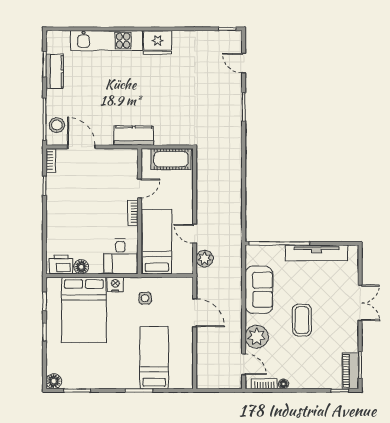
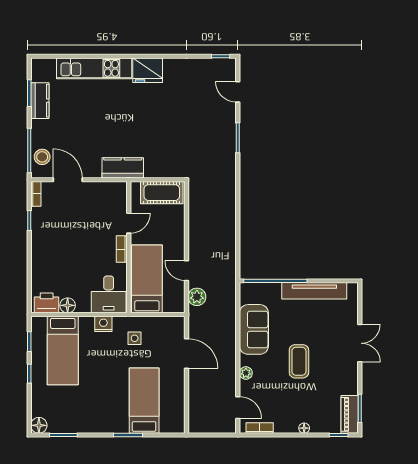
bed: (84, 310) -> (63, 351), width x0.67
plant: (257, 337) -> (246, 373), width x0.53, depth x0.53
floor lamp: (284, 384) -> (304, 428), moved

